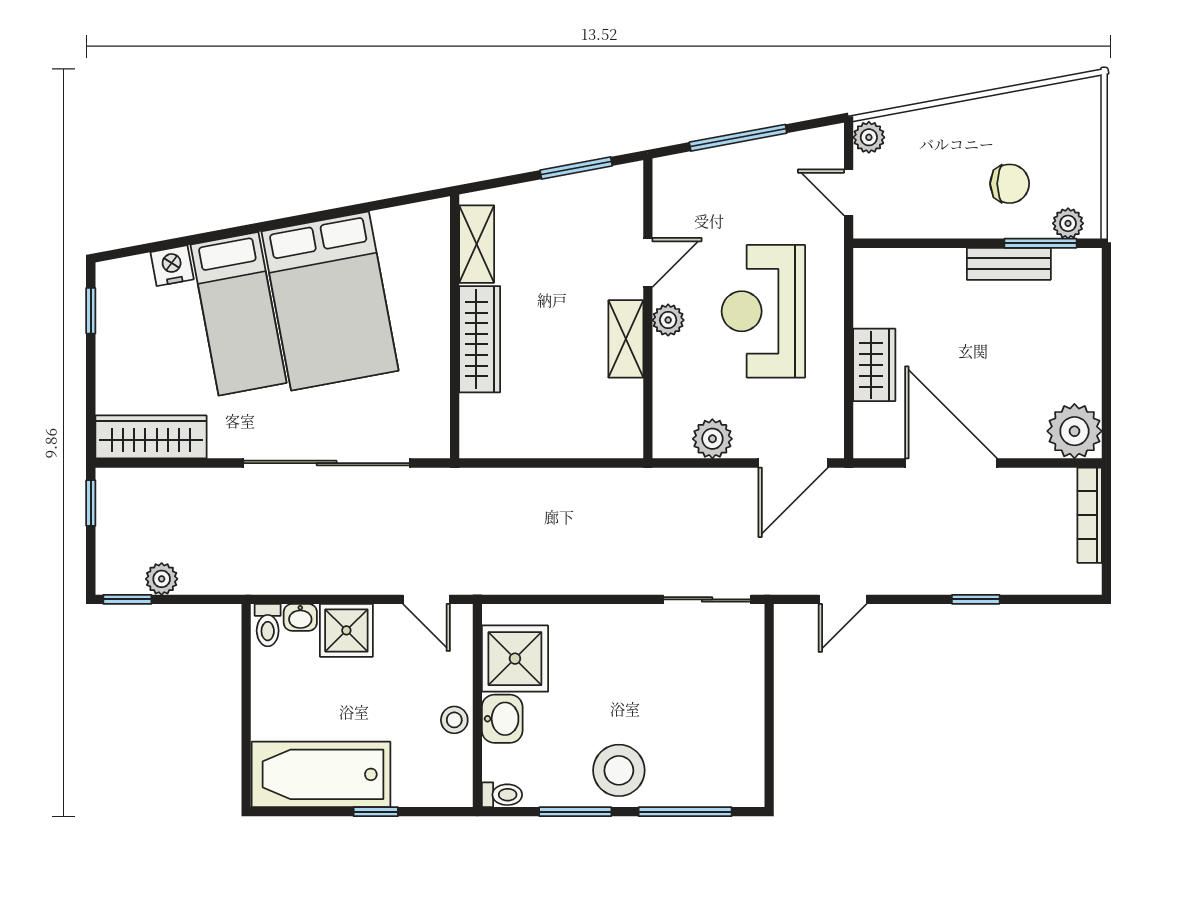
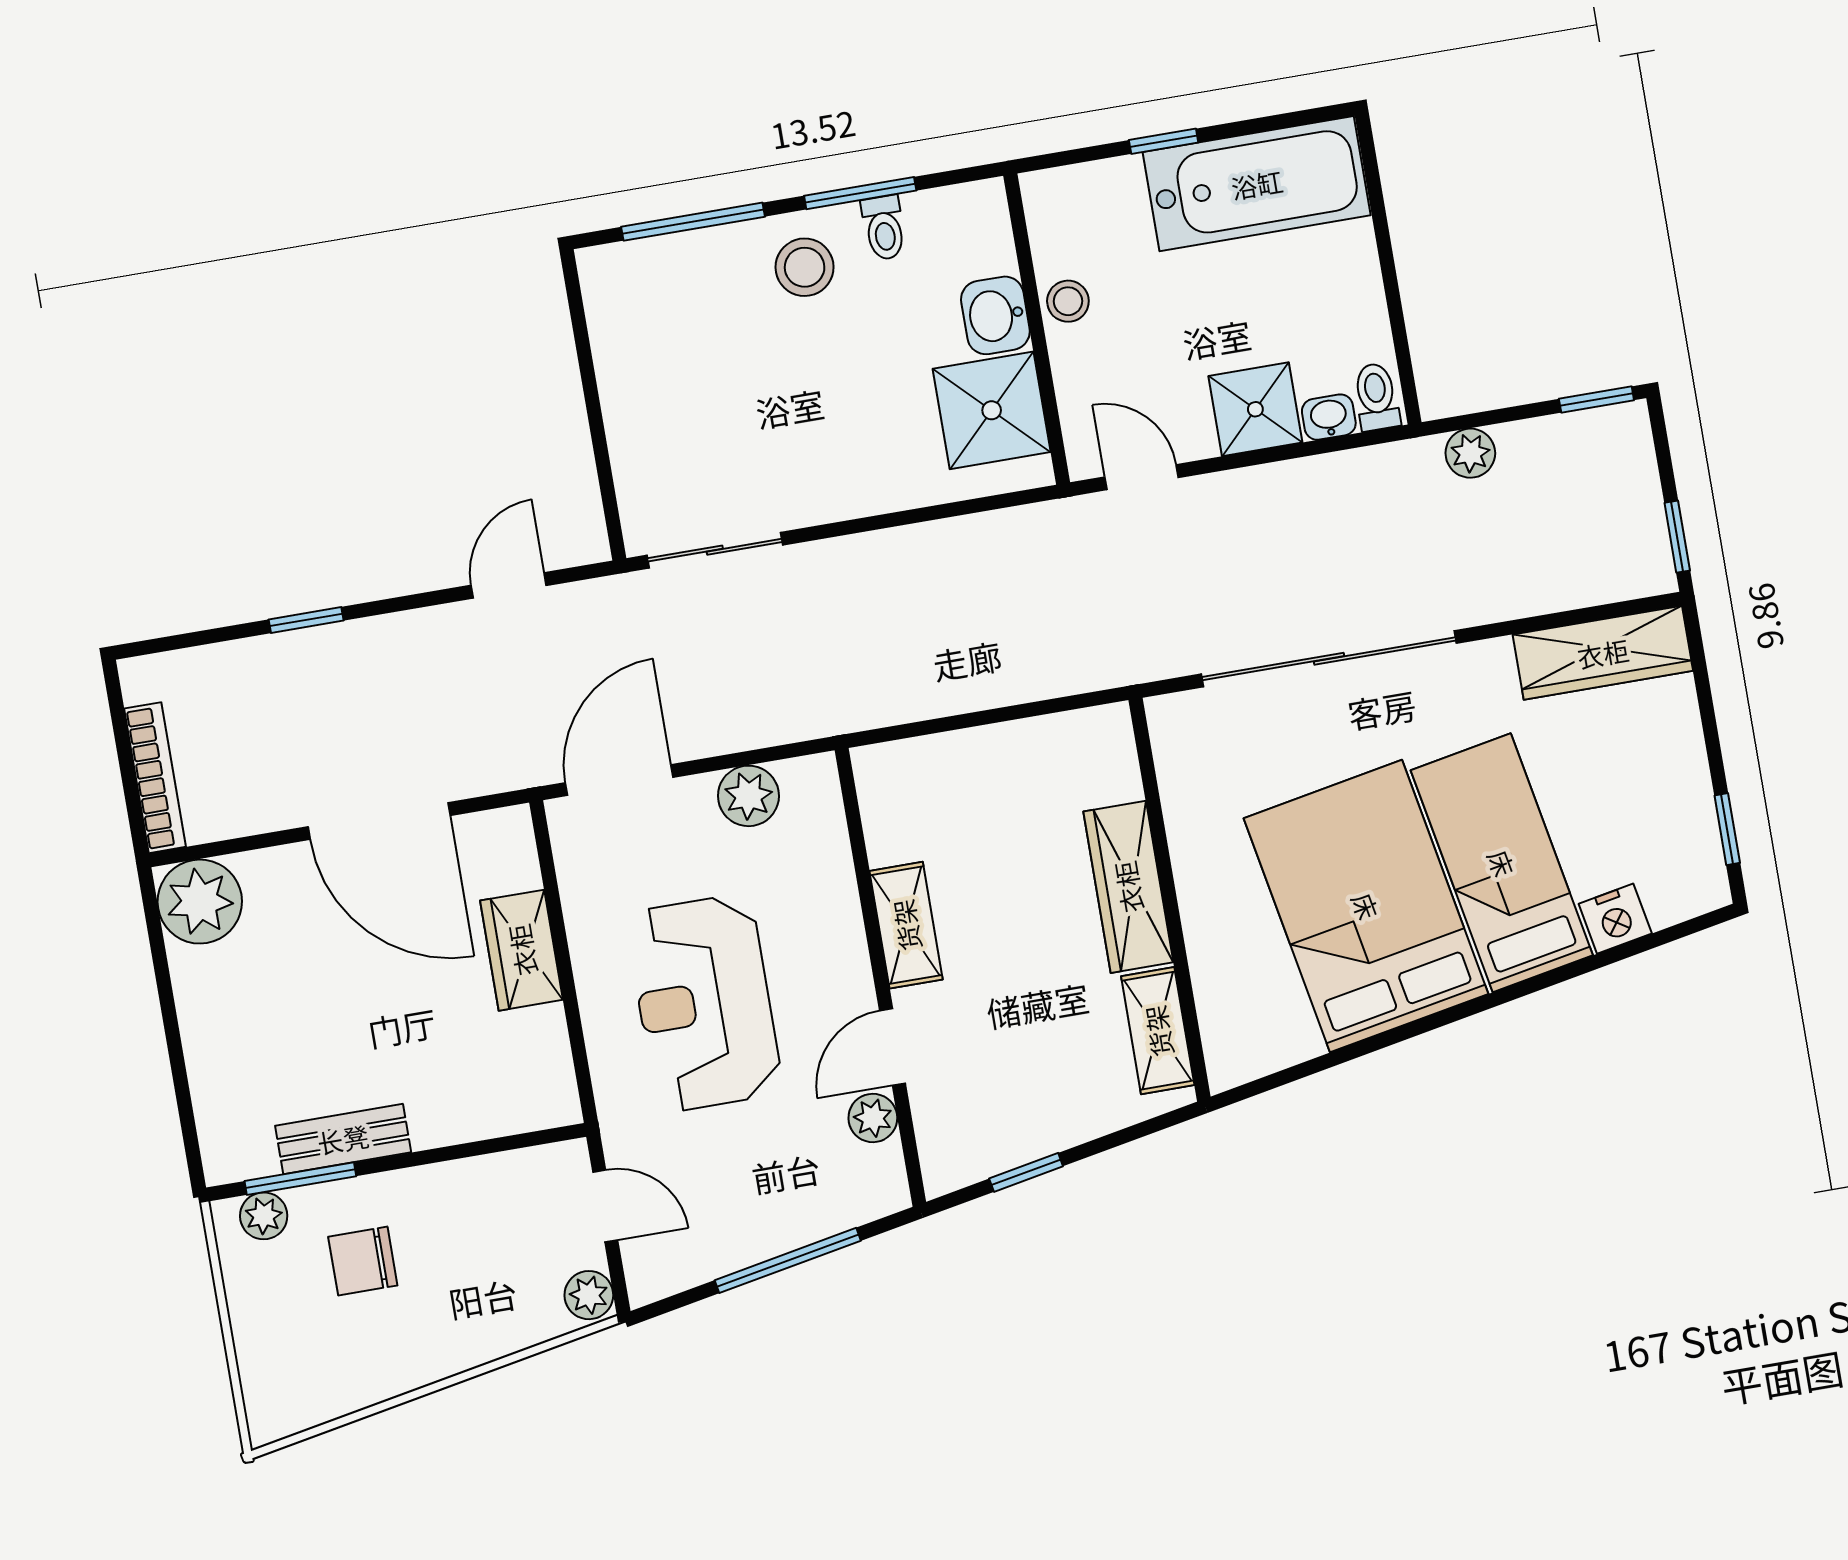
window: (576, 168) -> (1026, 1172), width x0.67
reception desk: (763, 311) -> (704, 1003), turned 180
plant: (668, 320) -> (873, 1118), moved
plant: (162, 579) -> (1470, 453), moved
stool: (619, 770) -> (805, 267), width x0.73, depth x0.73
toilet: (502, 795) -> (884, 228), moved, turned -90

